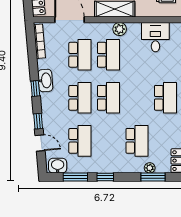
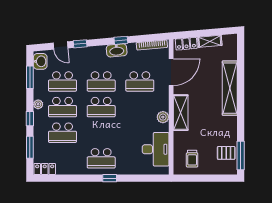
desk: (155, 37) -> (156, 149), width x1.37
school desk: (108, 55) -> (62, 107), moved
window: (35, 89) -> (121, 40), moved
door: (40, 143) -> (60, 46), hinge flipped
plant: (150, 168) -> (38, 104), moved
window: (105, 177) -> (30, 119), moved

